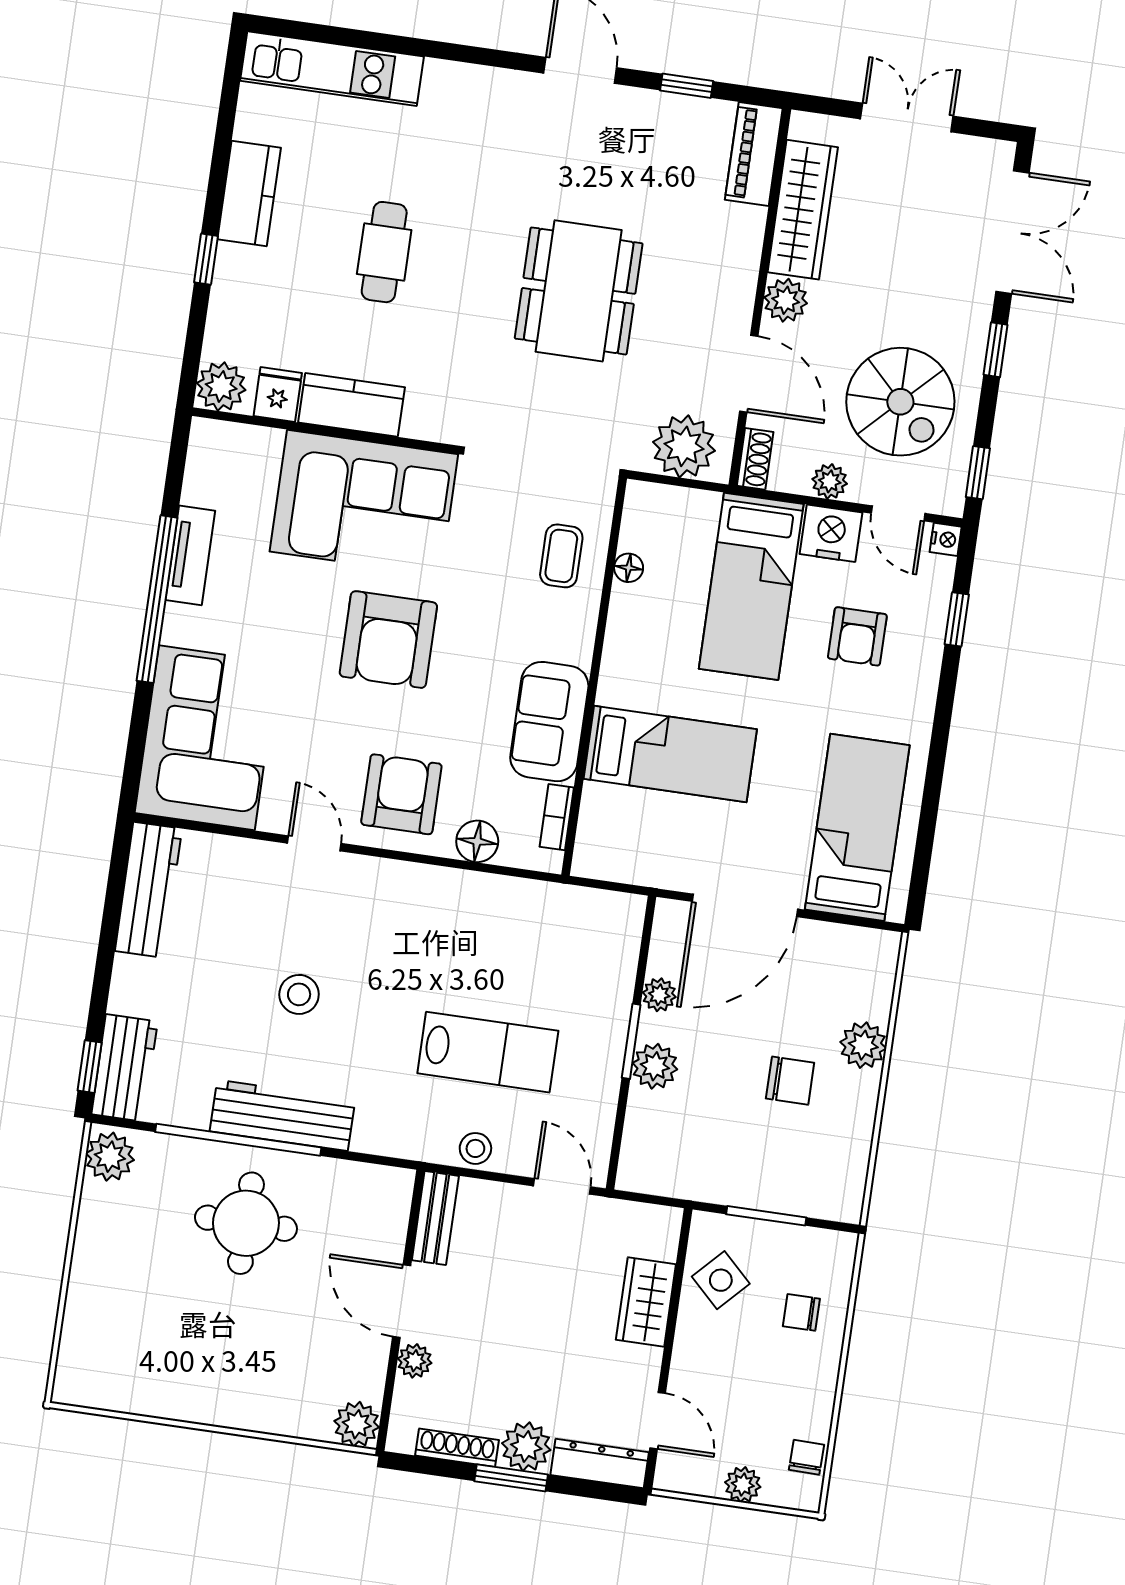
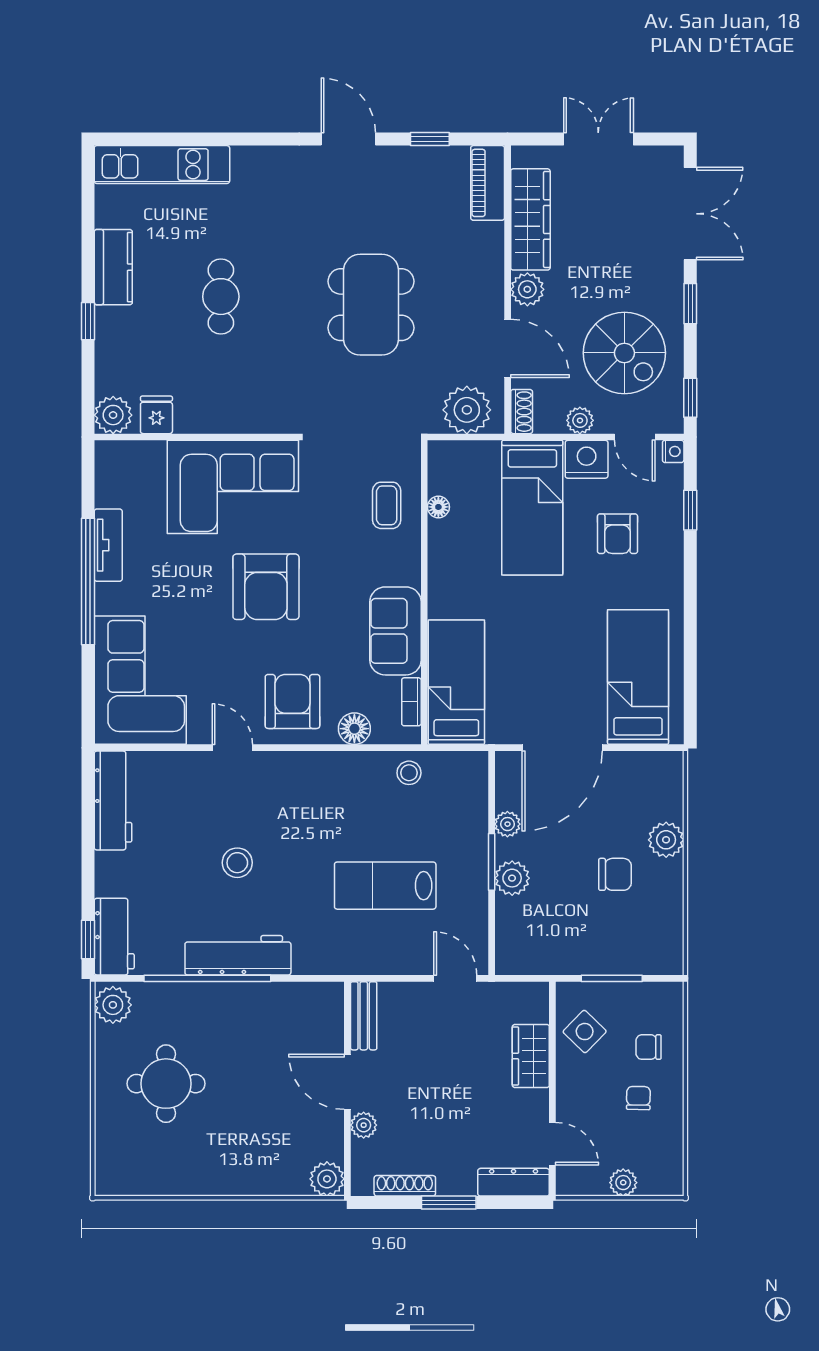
kitchen counter: (351, 405) -> (213, 415), removed
bed: (670, 754) -> (456, 682), moved, turned -90
lab bench: (488, 1052) -> (385, 886), turned 180
stool: (475, 1148) -> (409, 773), moved
round table: (246, 1223) -> (166, 1084), moved
plant: (526, 1447) -> (457, 1177), removed
chair: (806, 1457) -> (638, 1098), moved

